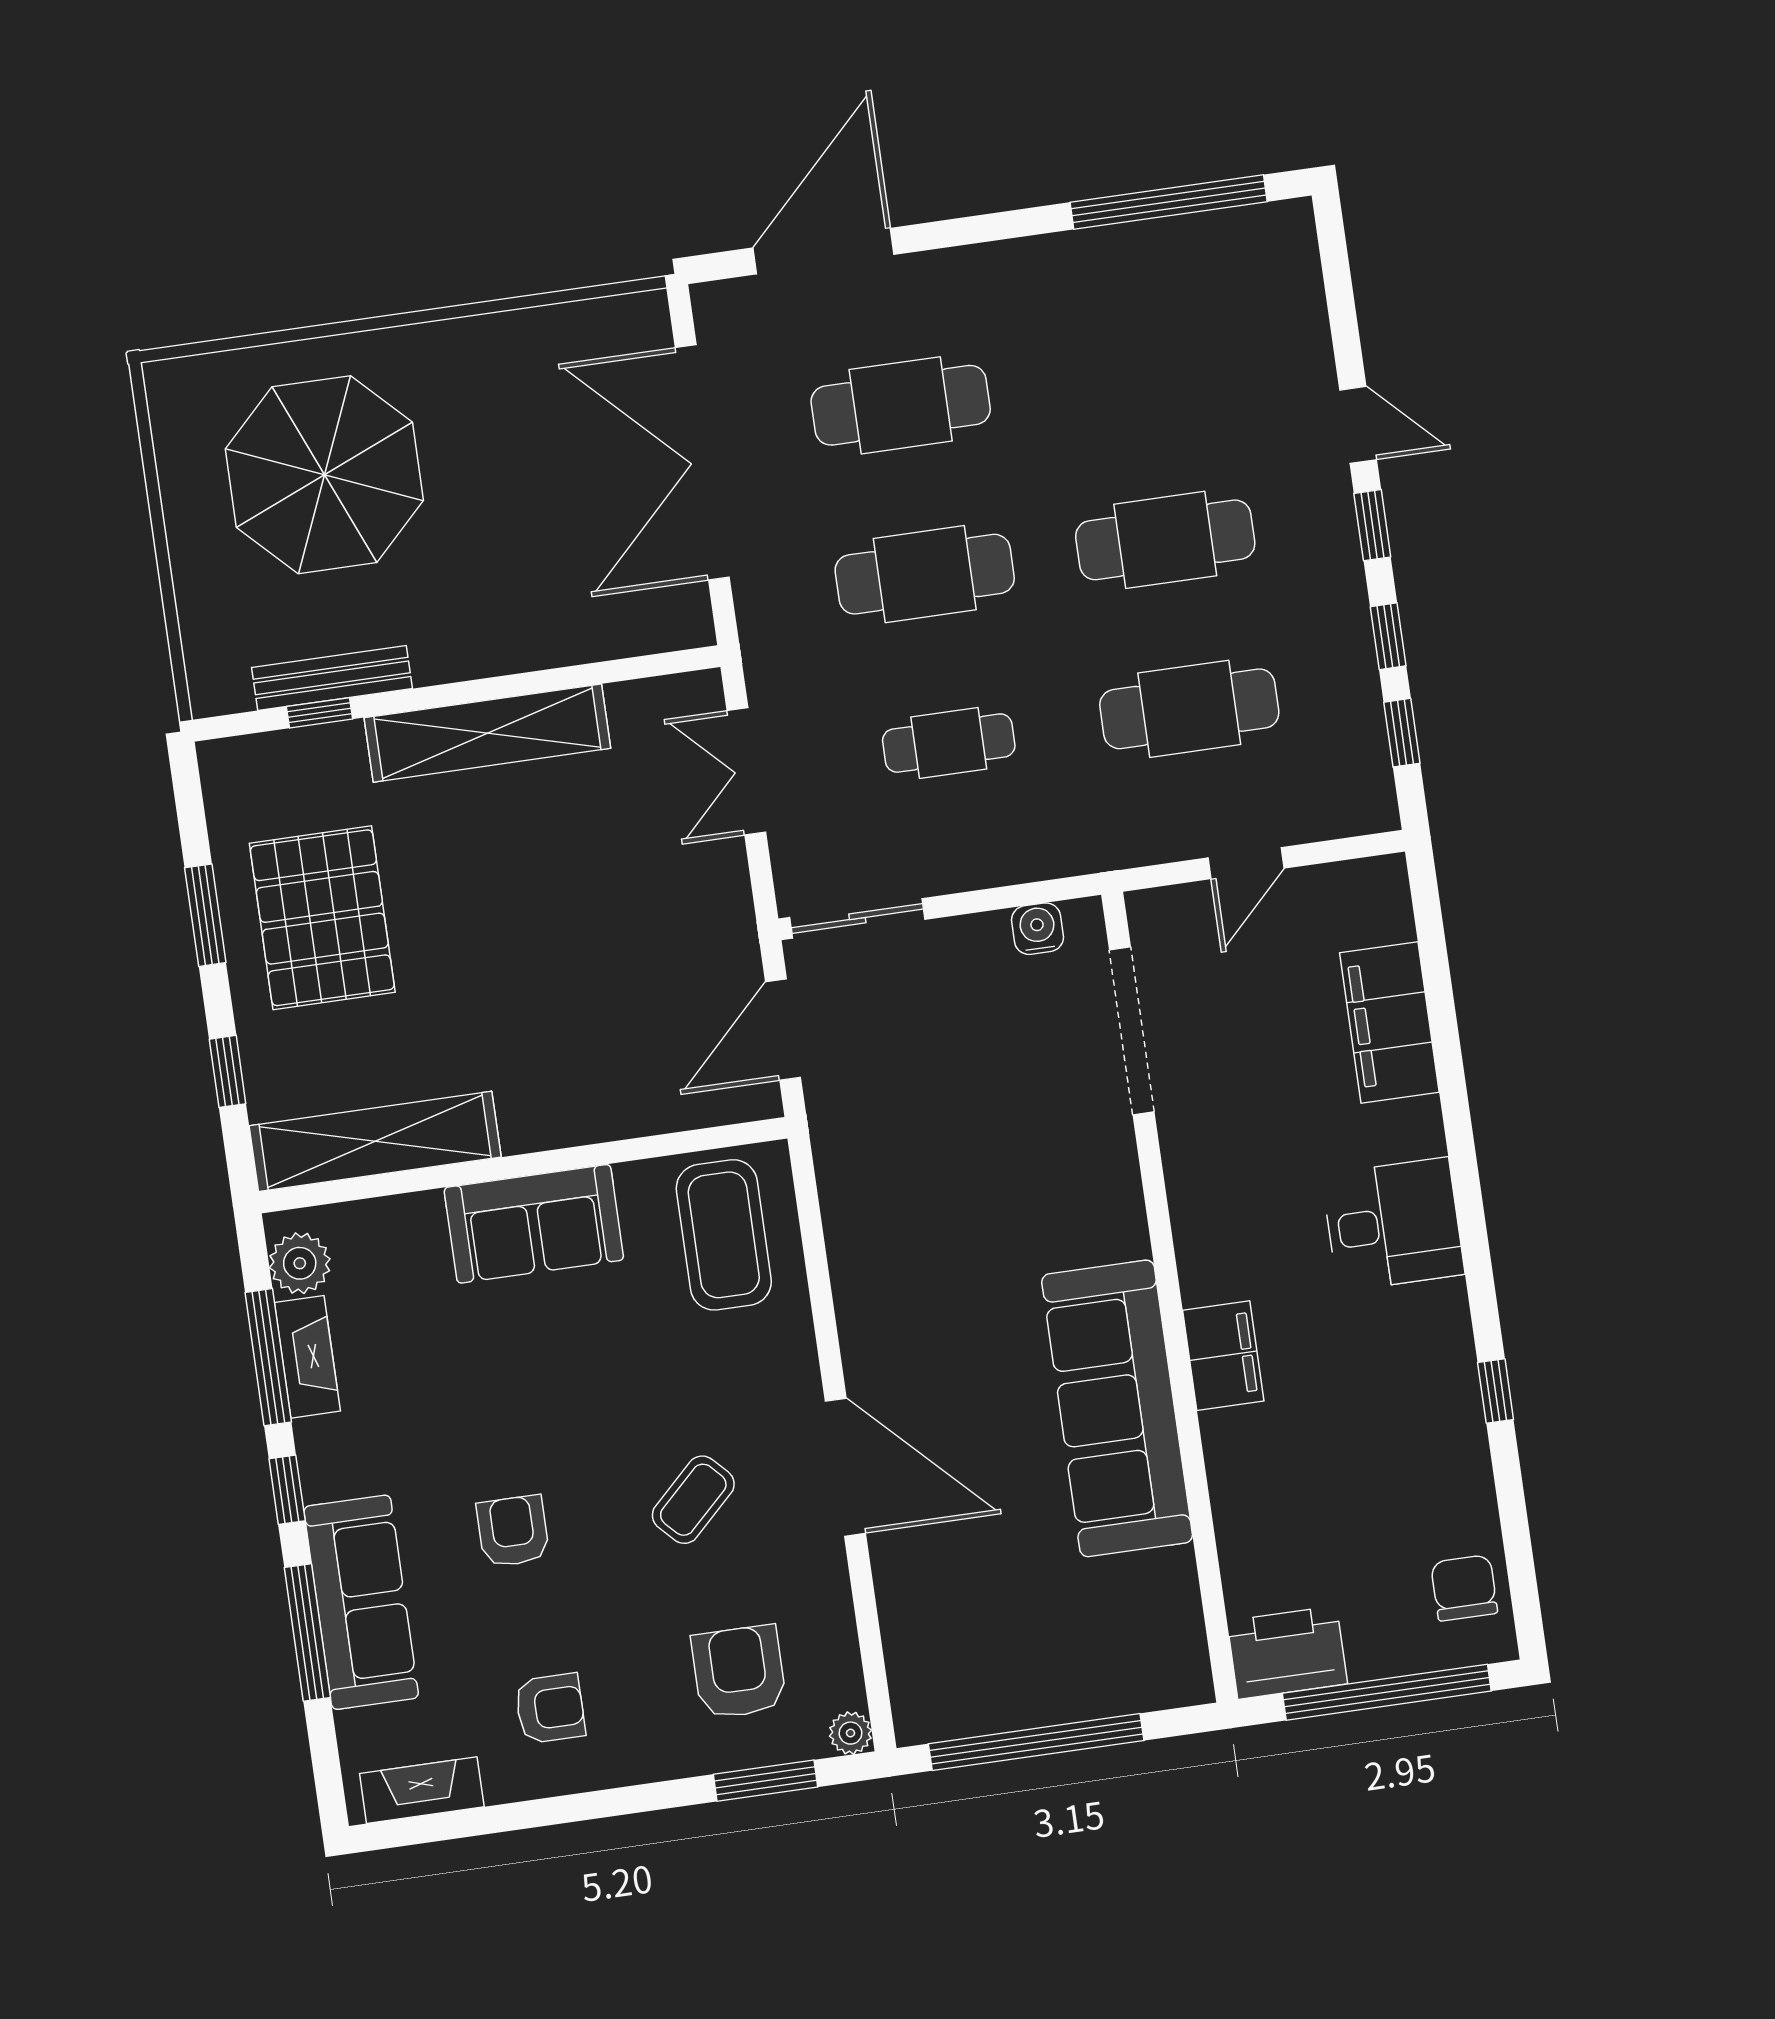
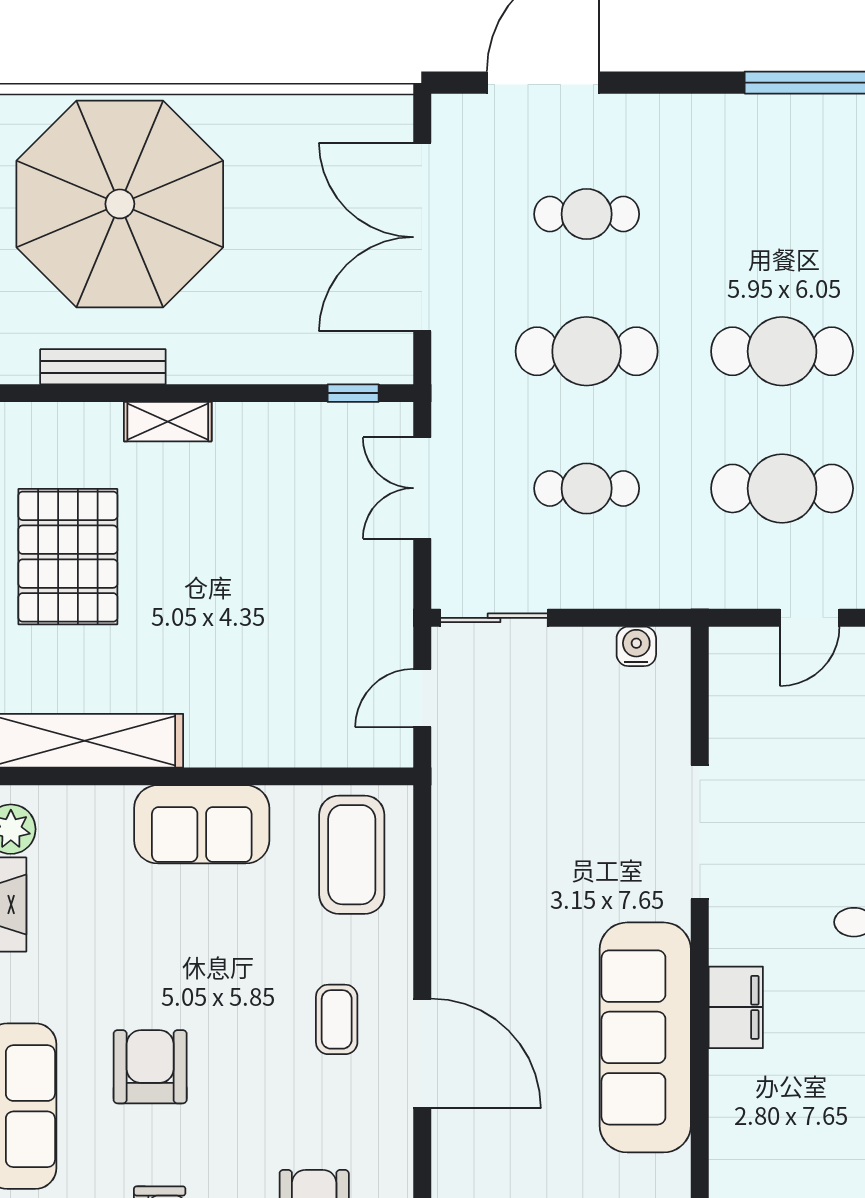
cafe table: (901, 405) -> (587, 214), width x0.73, depth x0.74
parasol: (324, 475) -> (120, 204), width x1.36, depth x1.36
window: (319, 713) -> (353, 393), moved
shelving: (487, 733) -> (168, 422), width x0.45, depth x0.75
door: (783, 1030) -> (422, 698), width x0.73
doorway: (1132, 1031) -> (700, 832), moved
coffee table: (693, 1500) -> (337, 1019), moved, turned -46
armchair: (513, 1531) -> (150, 1067), width x1.38, depth x1.38

